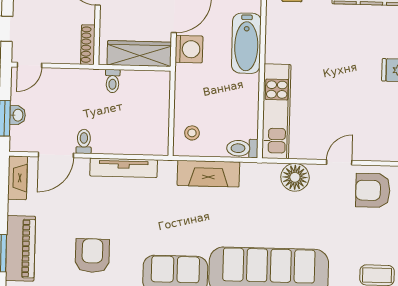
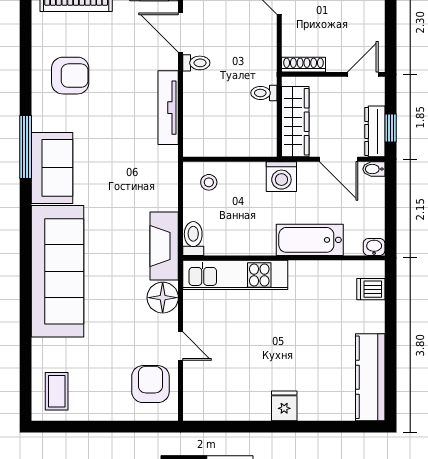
washing machine: (189, 49) -> (281, 177), moved
fireplace: (208, 174) -> (164, 246), moved

